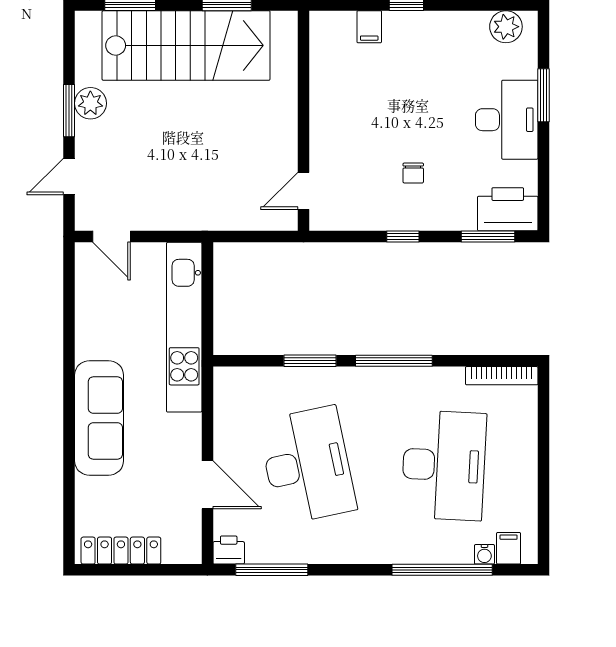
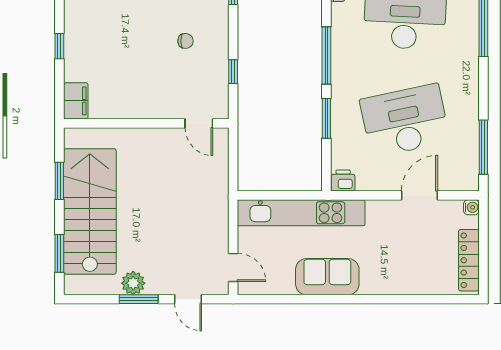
filing cabinet: (369, 27) -> (76, 101), moved, width x2.00
door: (111, 237) -> (233, 267), hinge flipped
window: (403, 237) -> (233, 72), moved
sofa: (99, 418) -> (327, 277), moved, width x0.73
printer: (229, 550) -> (343, 180), moved, turned 90
water cooler: (192, 554) -> (471, 207), added

